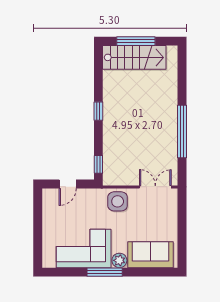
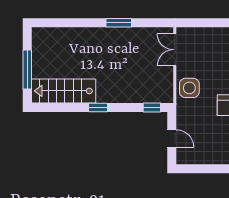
stairs: (134, 57) -> (64, 91), moved, turned -90
window: (182, 131) -> (119, 23), width x0.47

